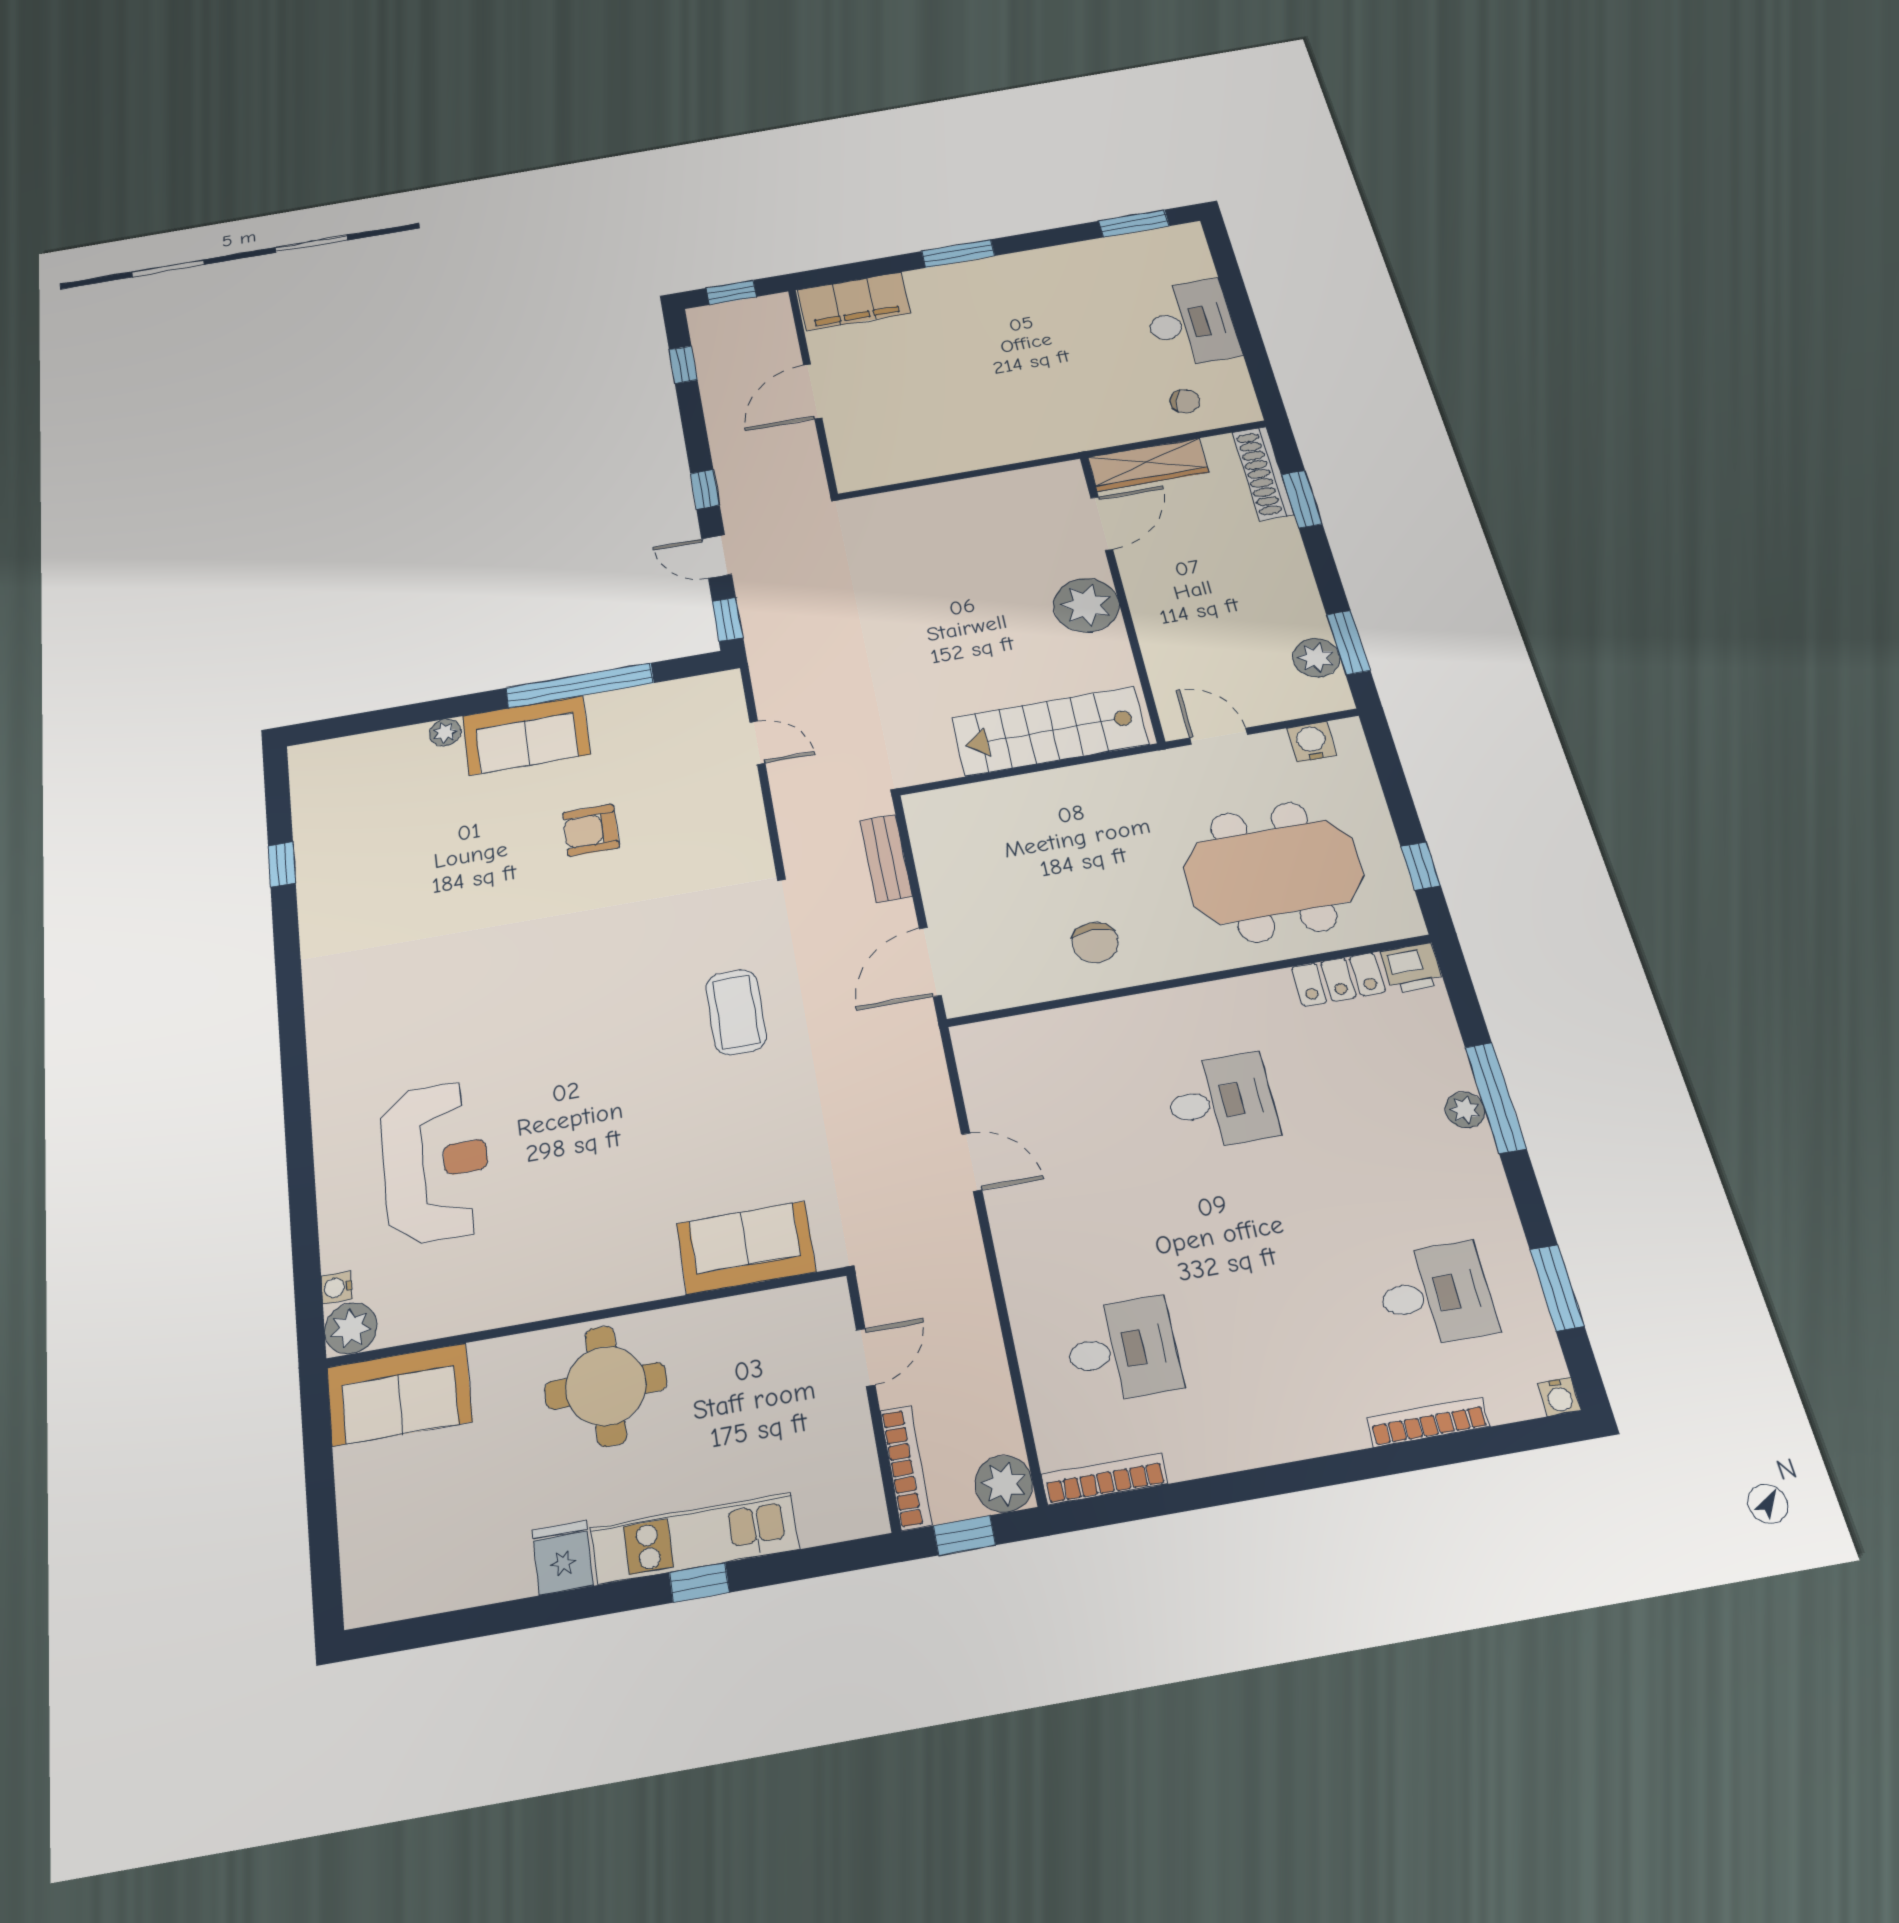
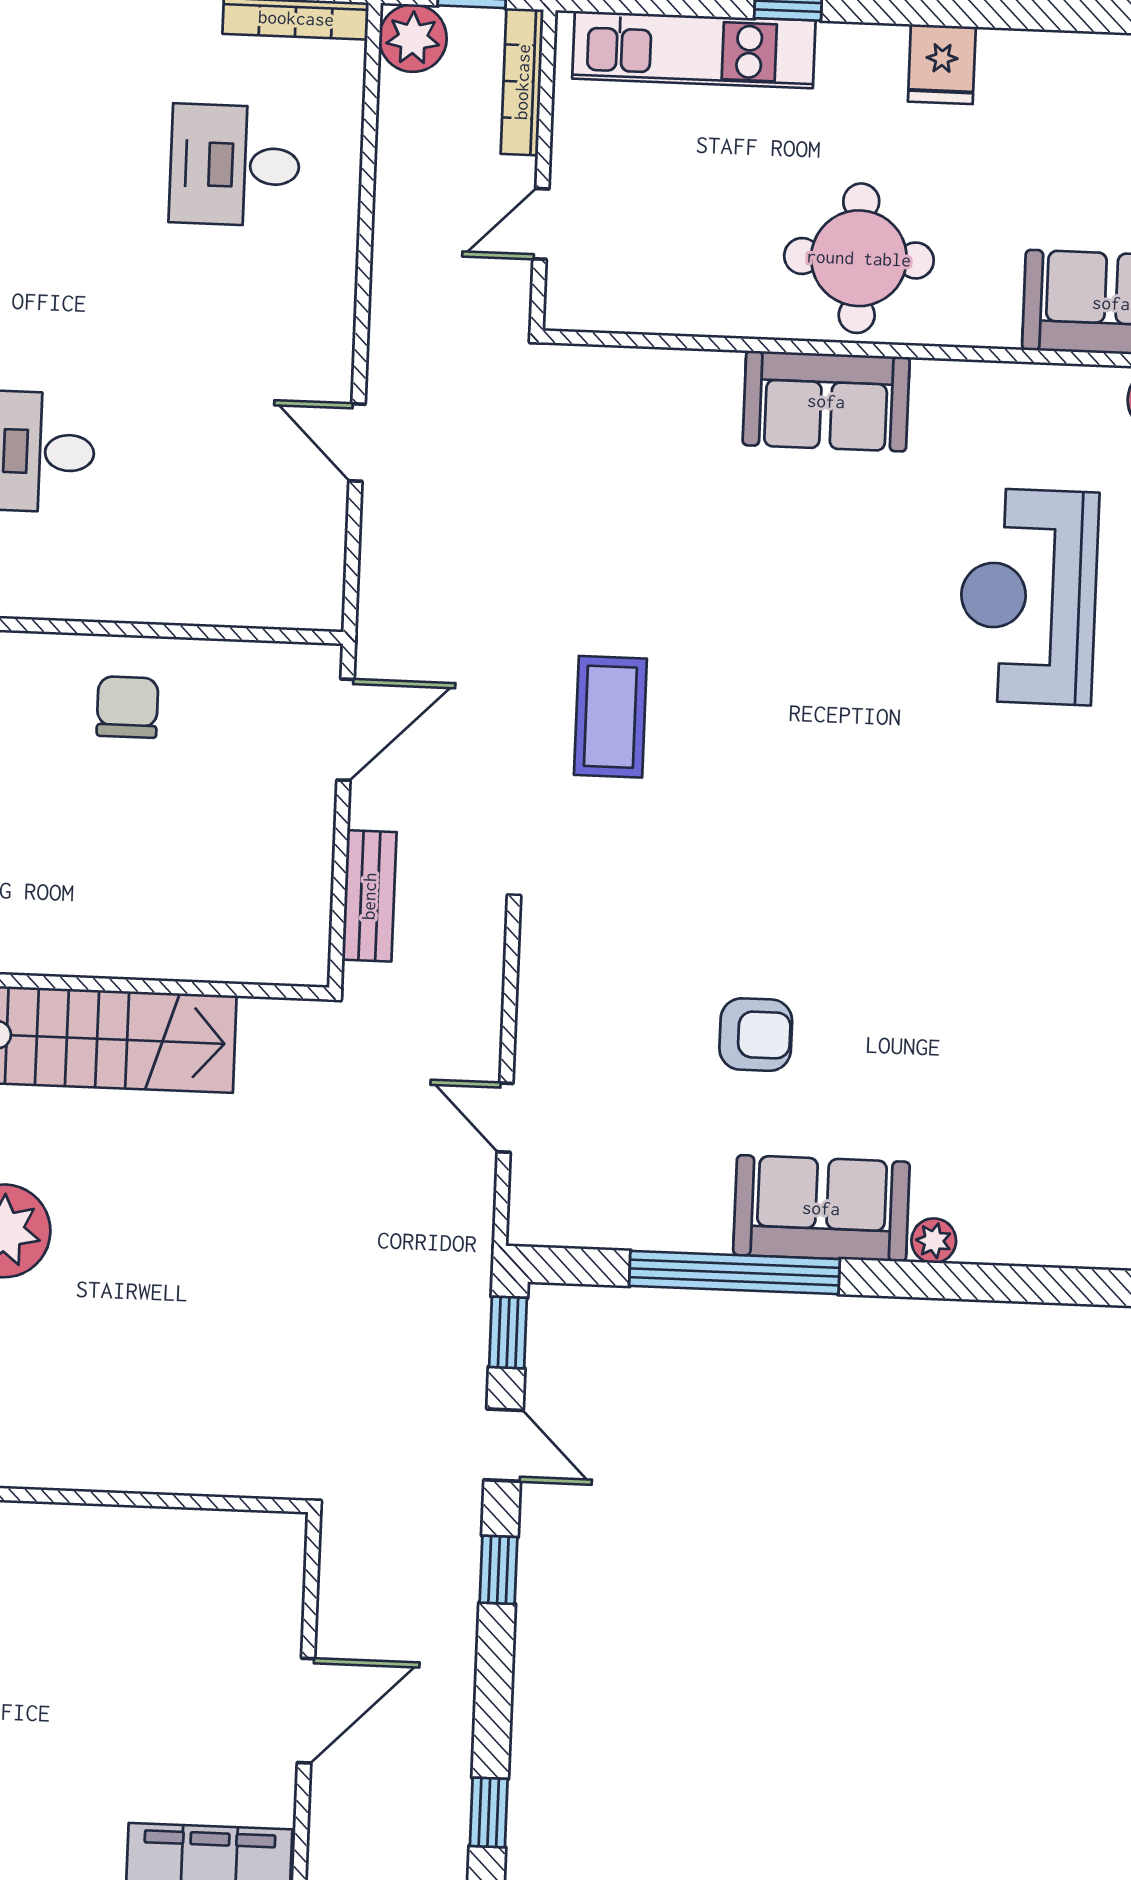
sofa: (746, 1248) -> (826, 401), moved
kitchen unit: (695, 1539) -> (694, 50), moved

